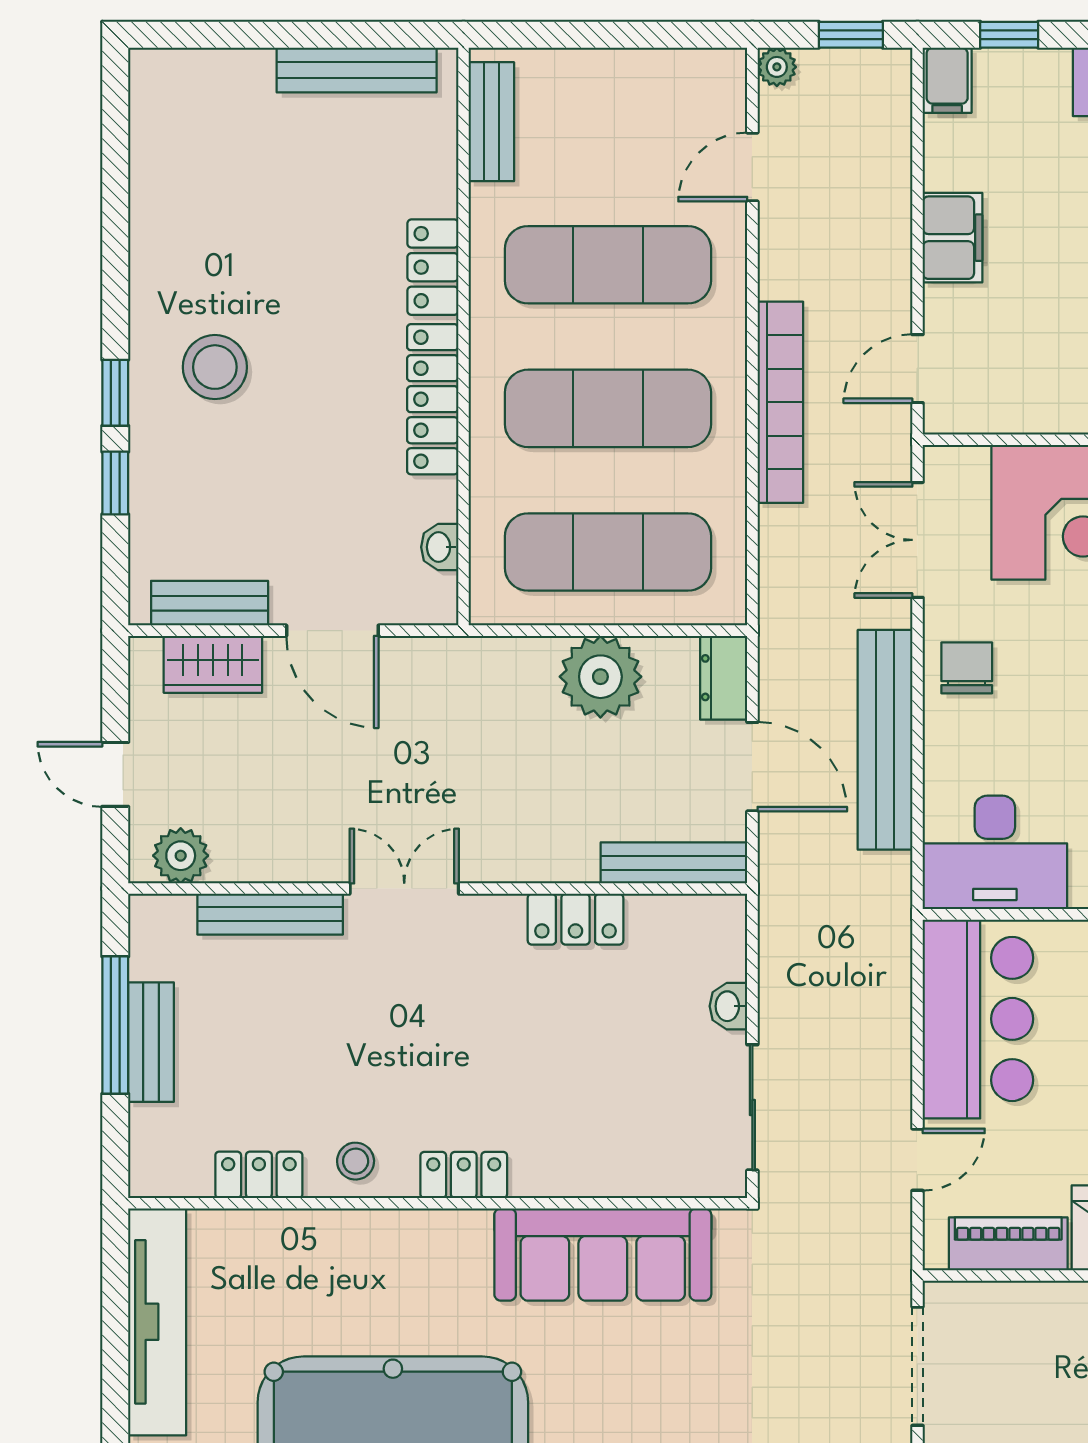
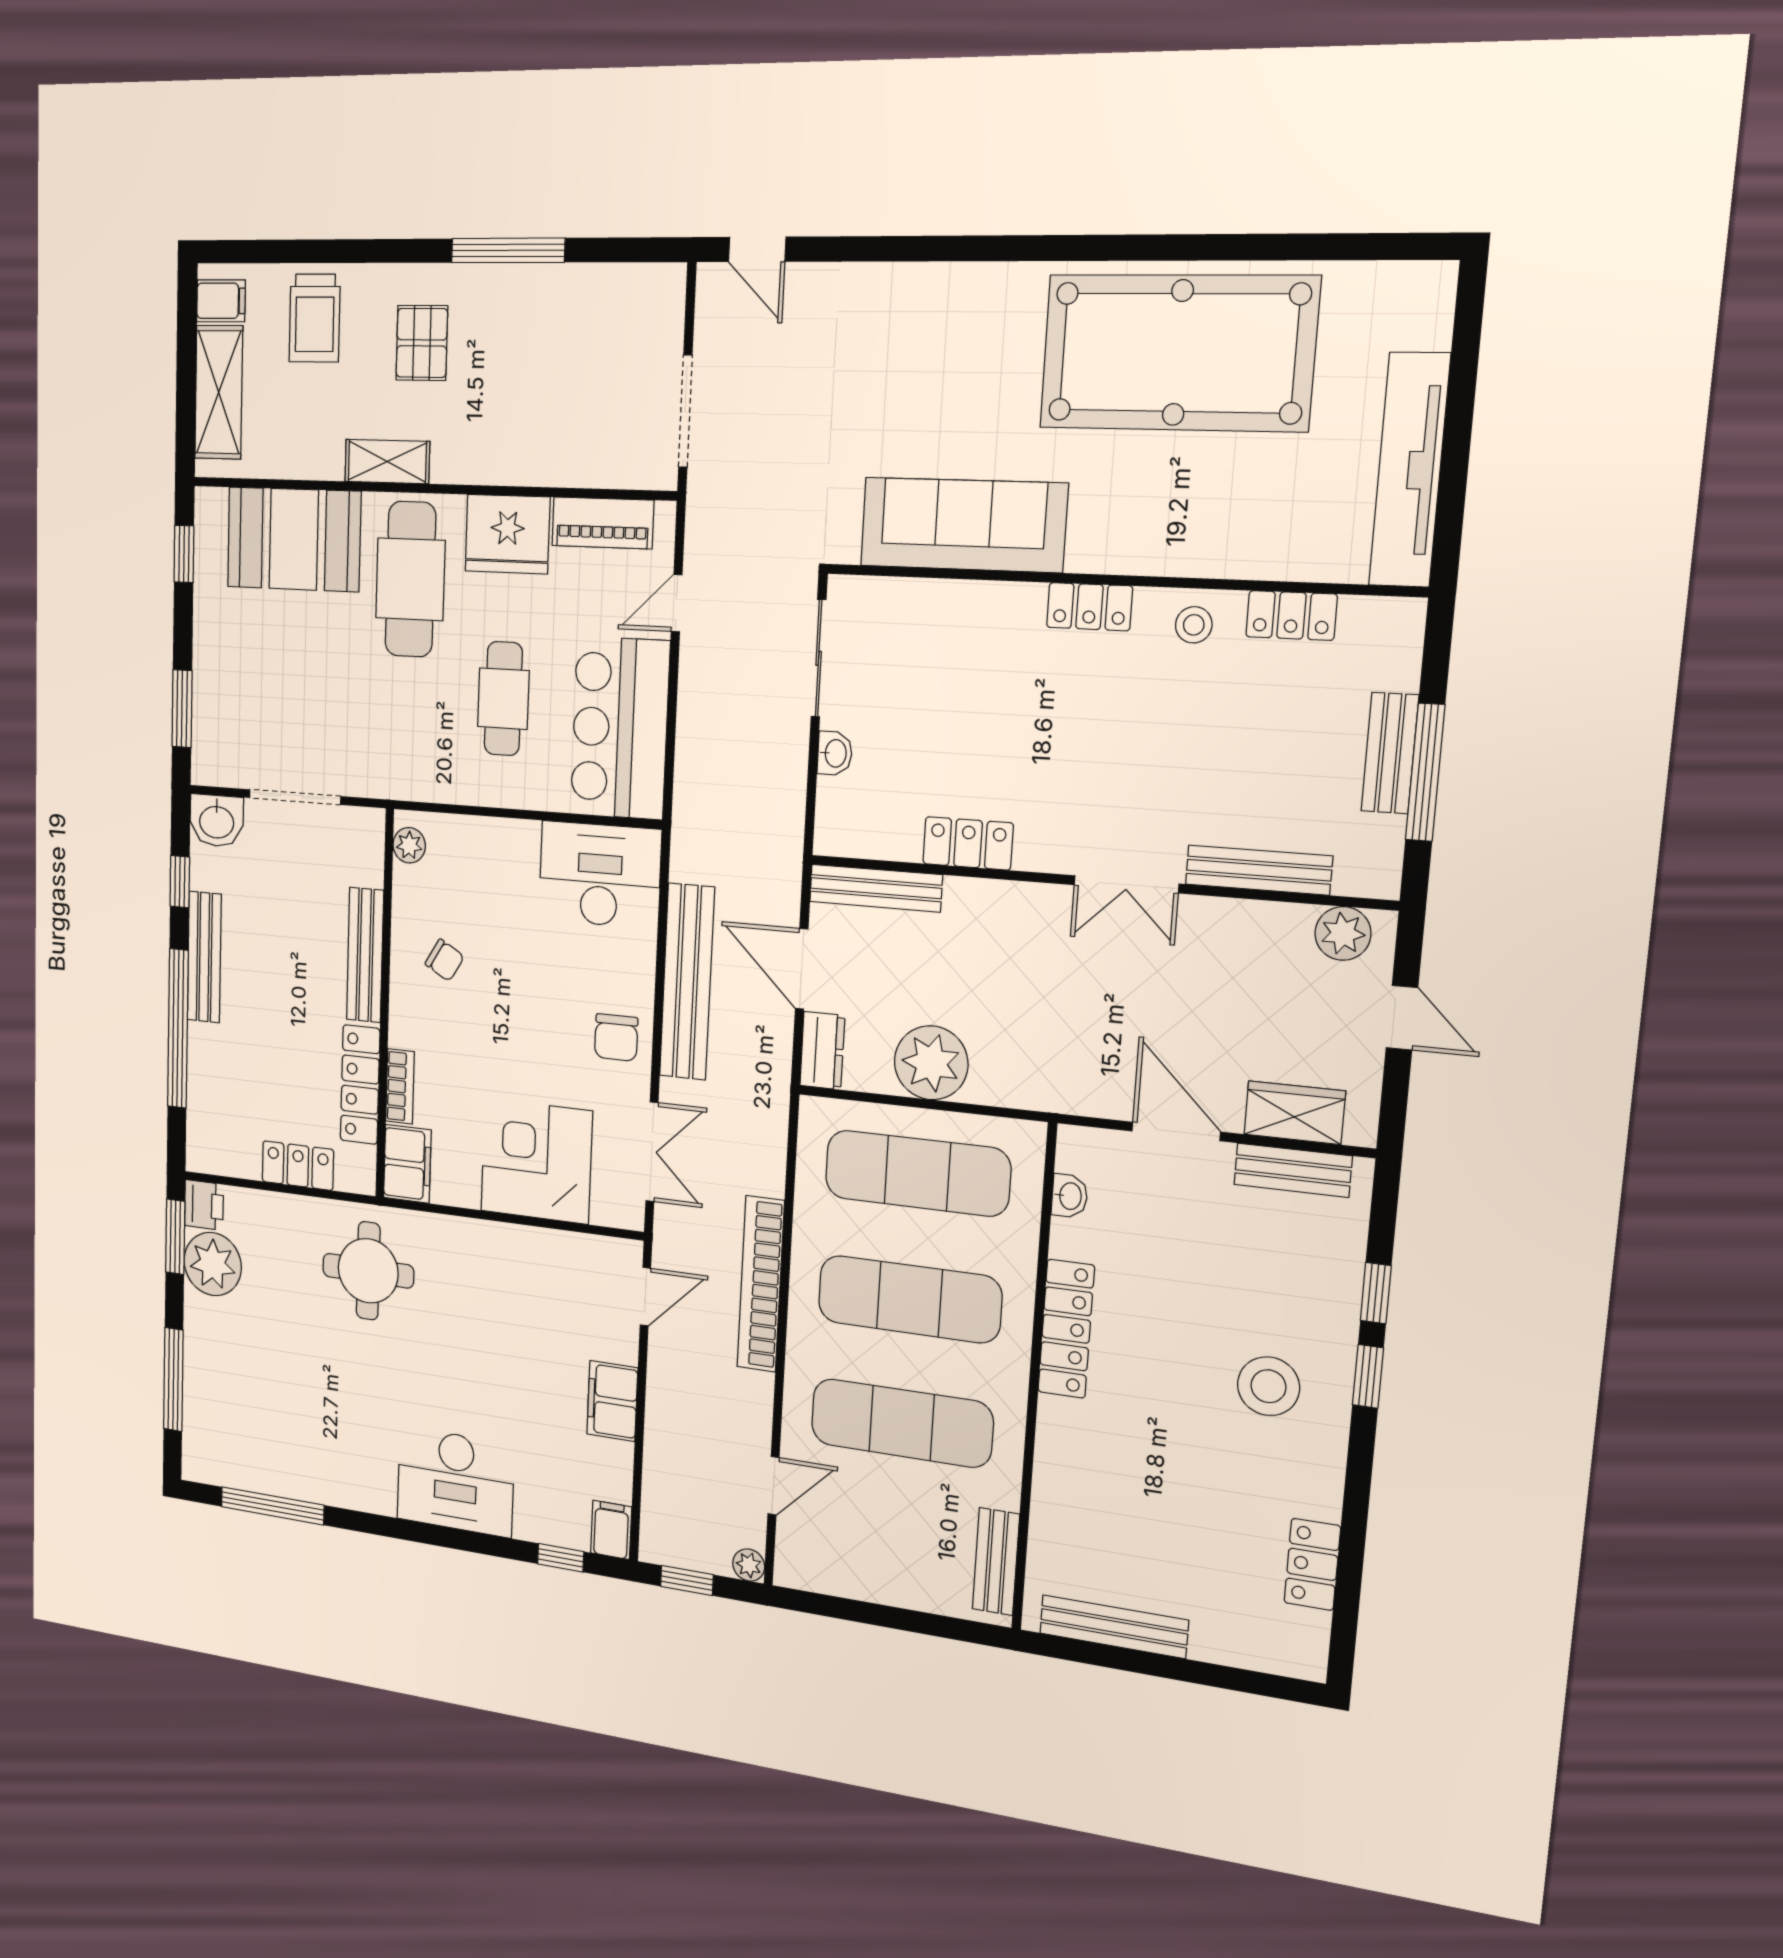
locker: (433, 267) -> (1312, 1564), moved, turned 180

